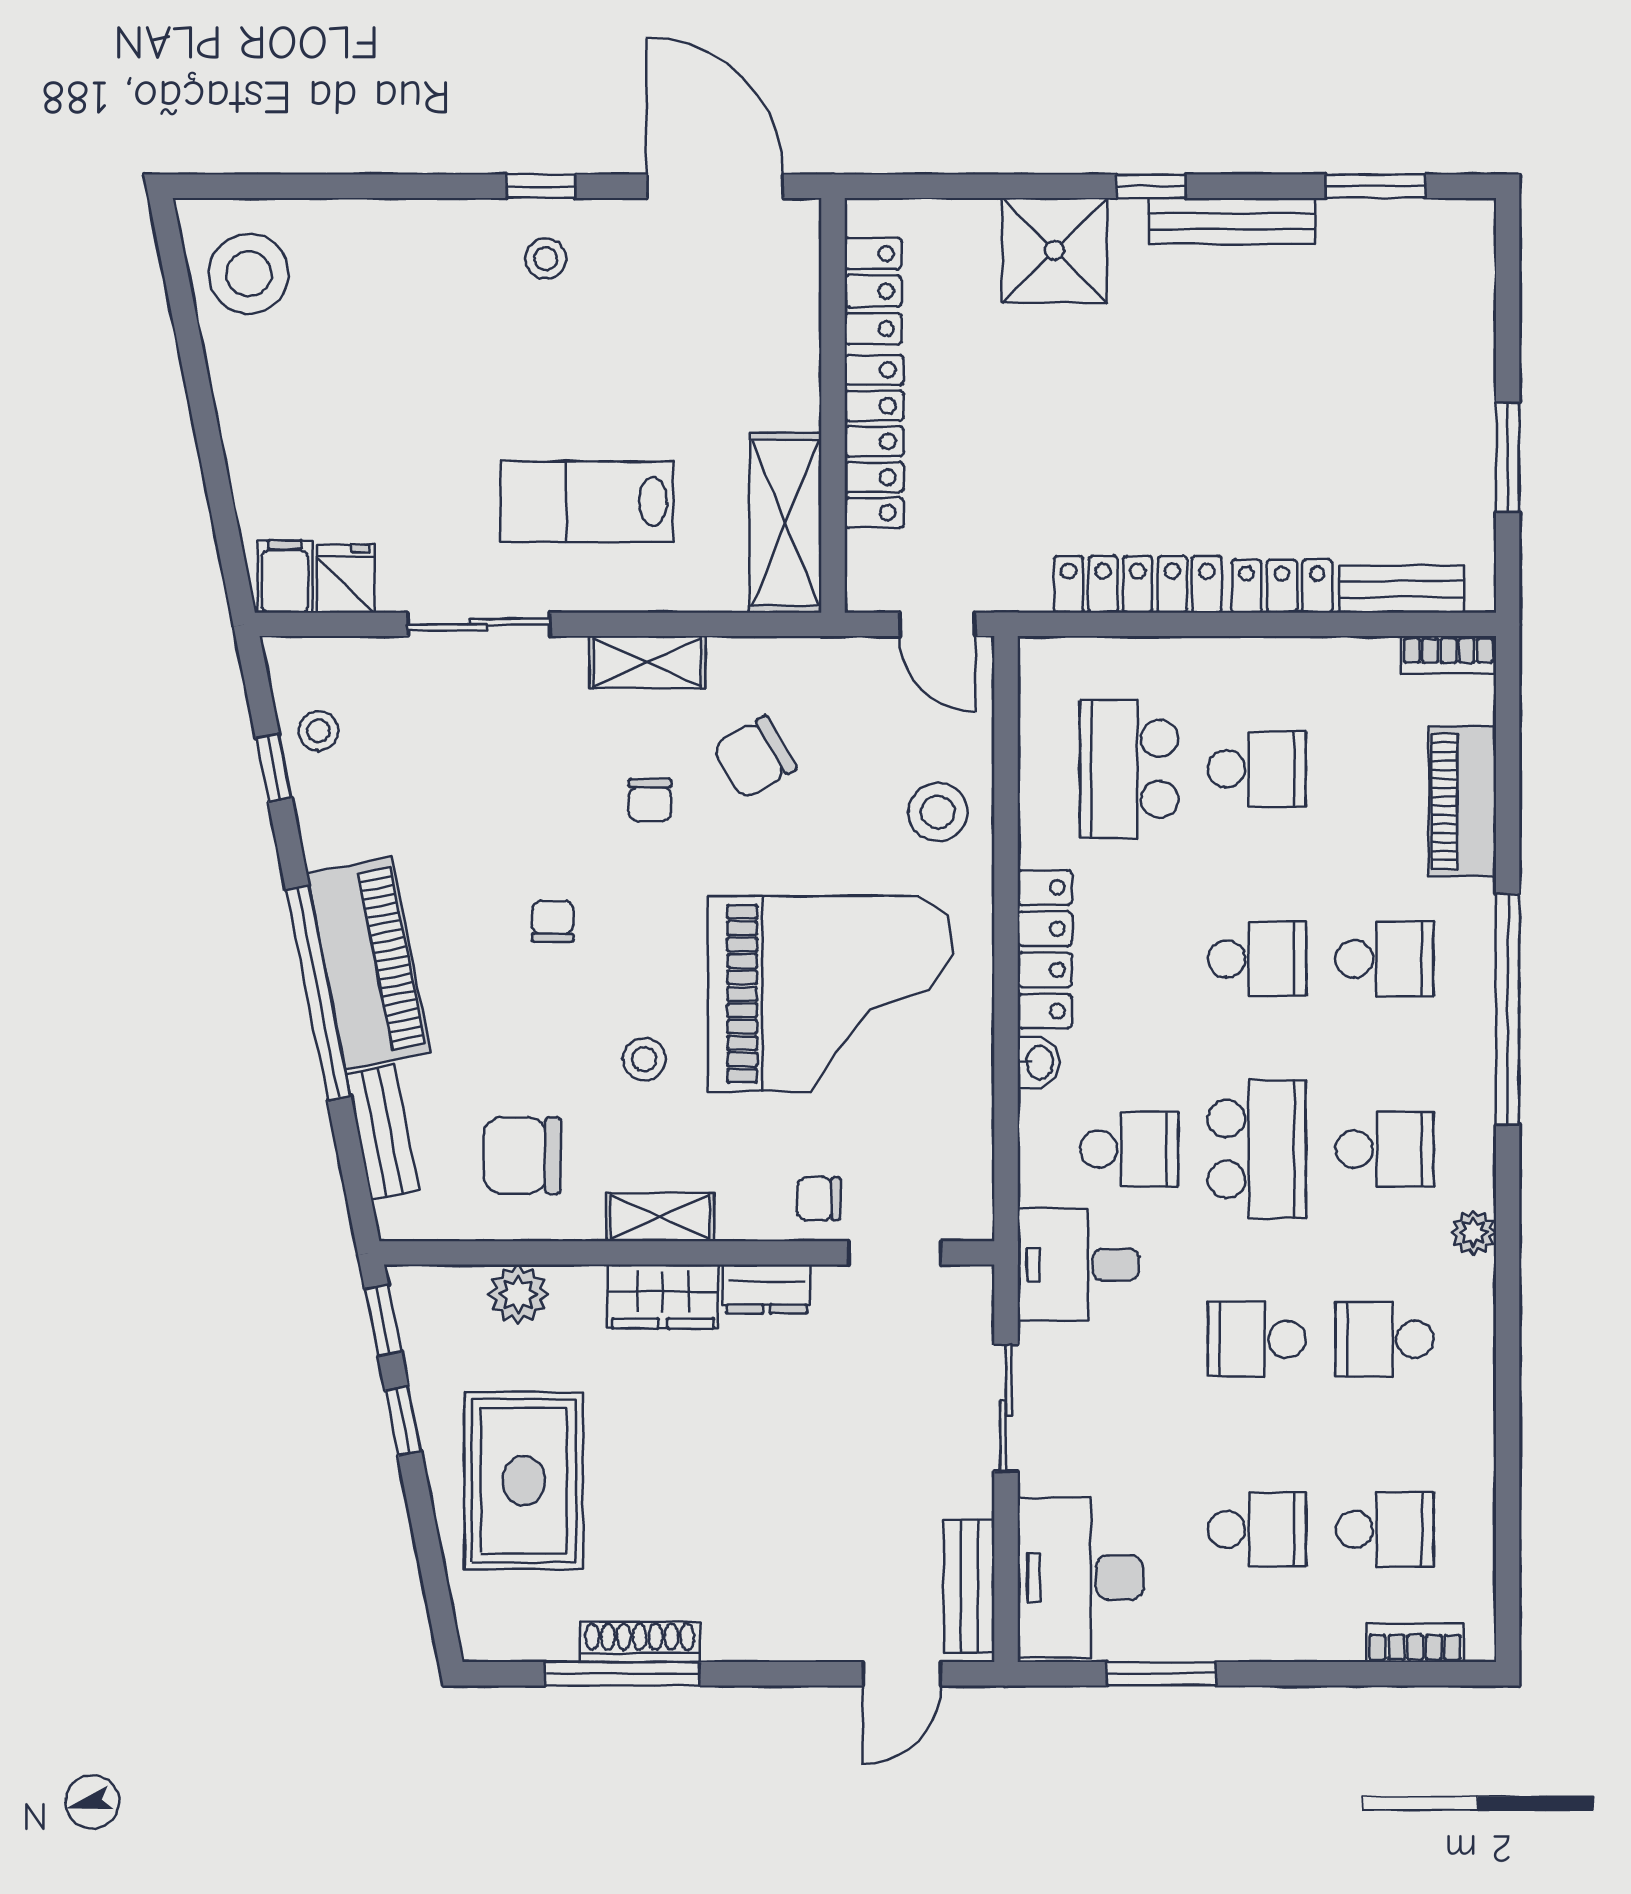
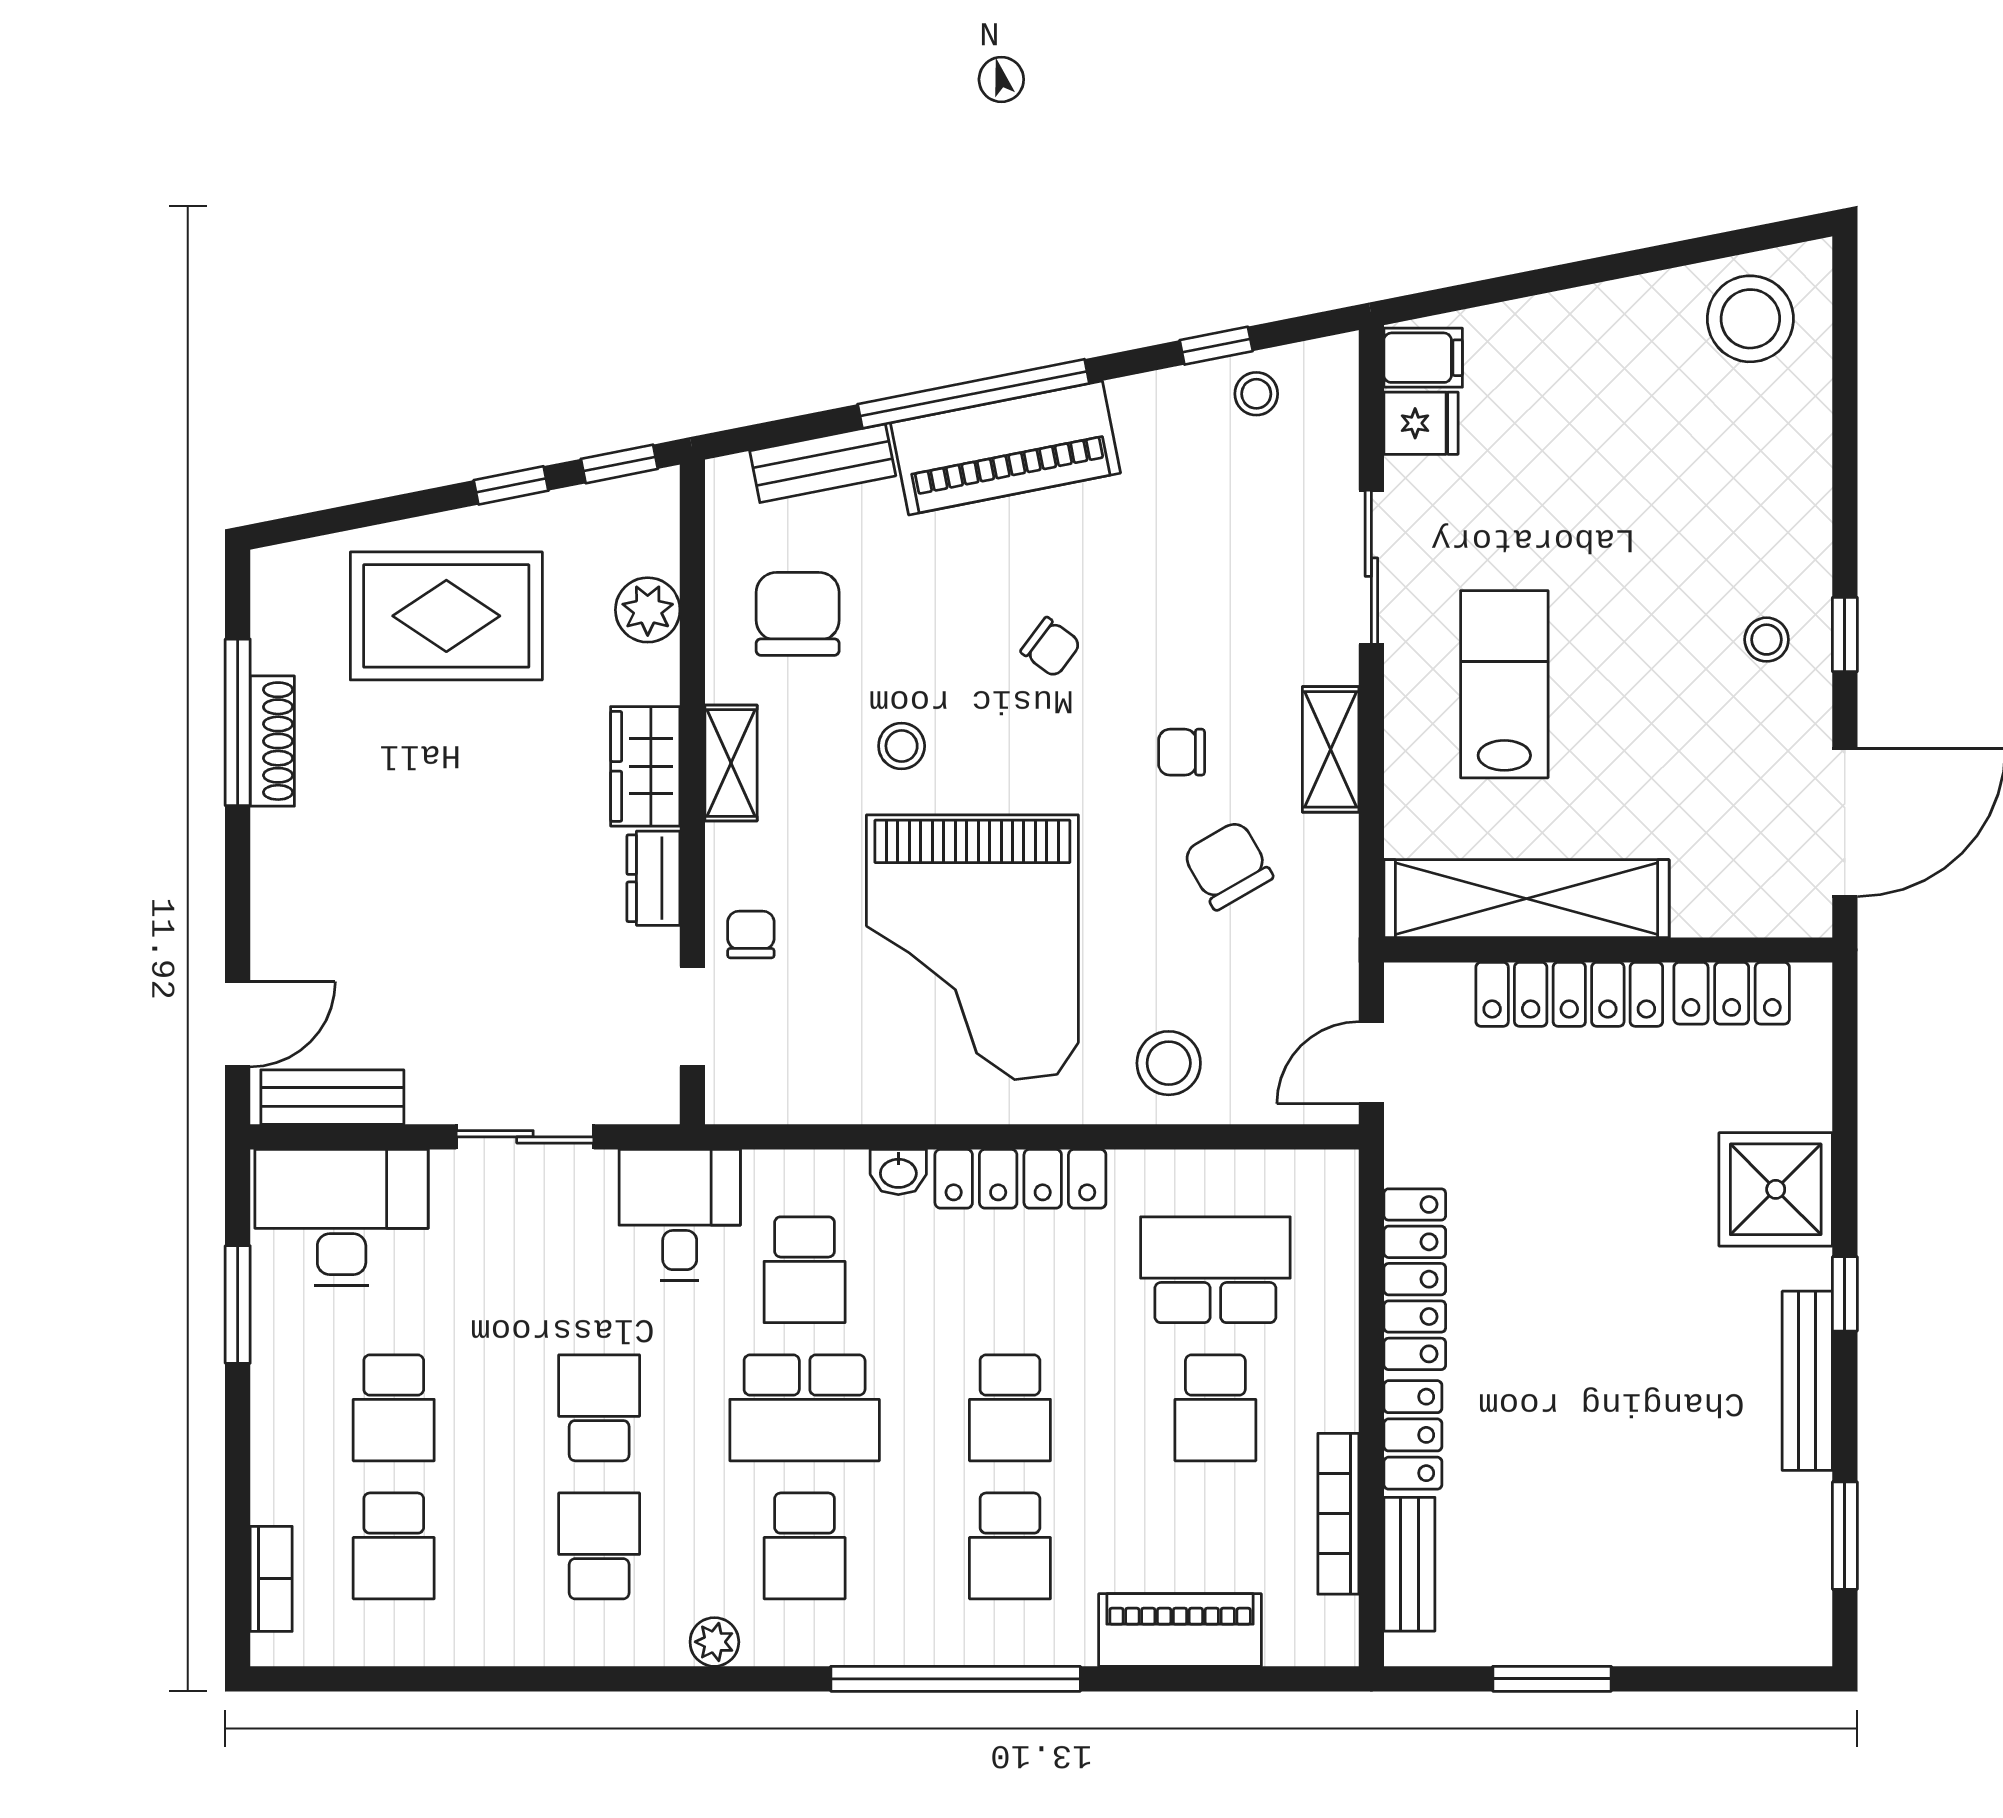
shelving: (785, 523) -> (1526, 899), width x1.47
bookcase: (1448, 655) -> (1338, 1514), moved, width x1.56
chair: (553, 921) -> (1051, 647), turned 37
door: (902, 1674) -> (238, 1024), swing flipped

